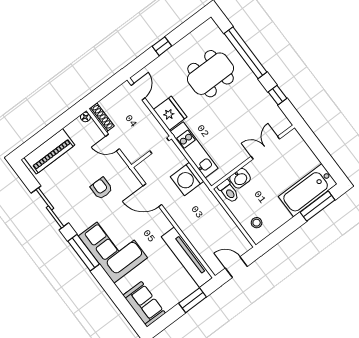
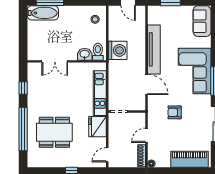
door: (113, 143) -> (147, 135), swing flipped
washing machine: (187, 179) -> (118, 50), moved
armchair: (101, 188) -> (175, 112), turned 90
bathtub: (308, 190) -> (43, 13), width x0.73, depth x0.73
tv unit: (187, 257) -> (154, 49), moved

